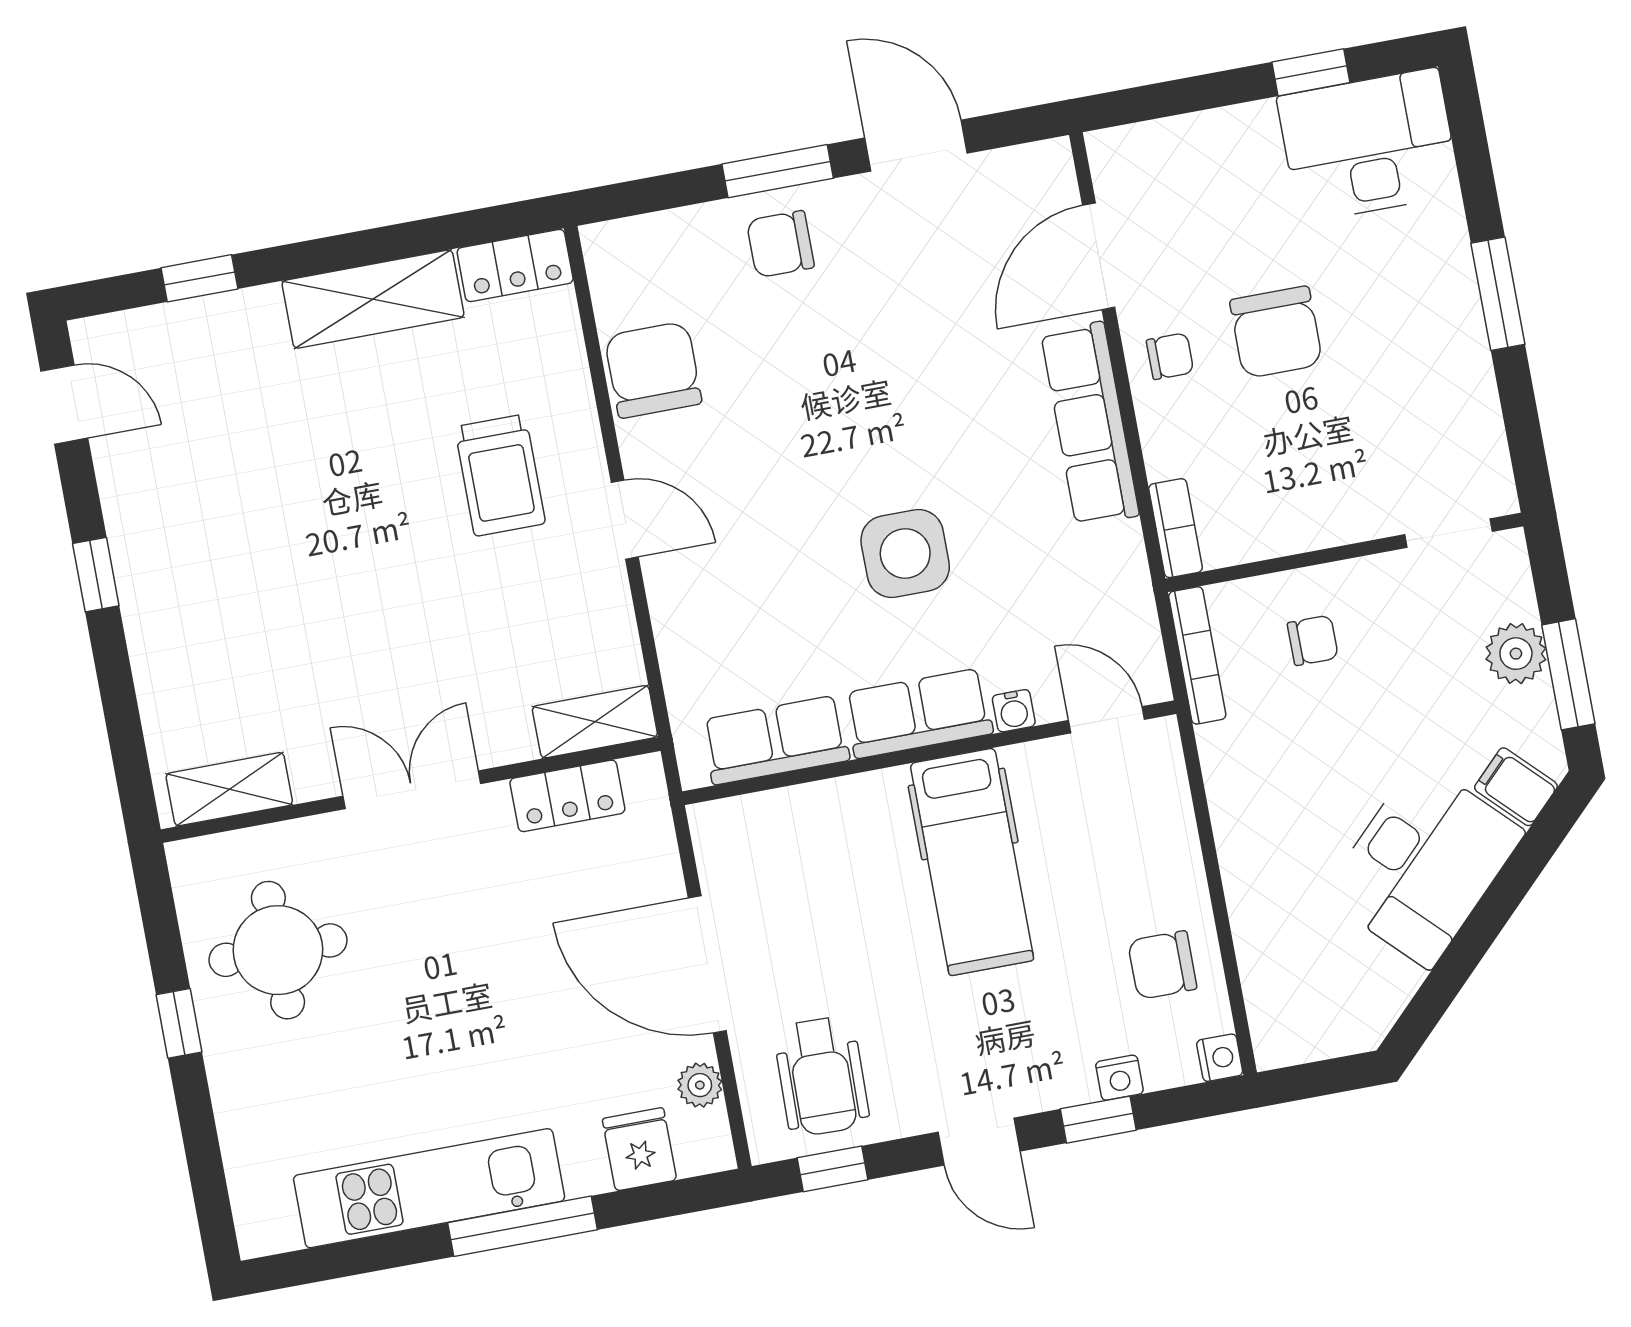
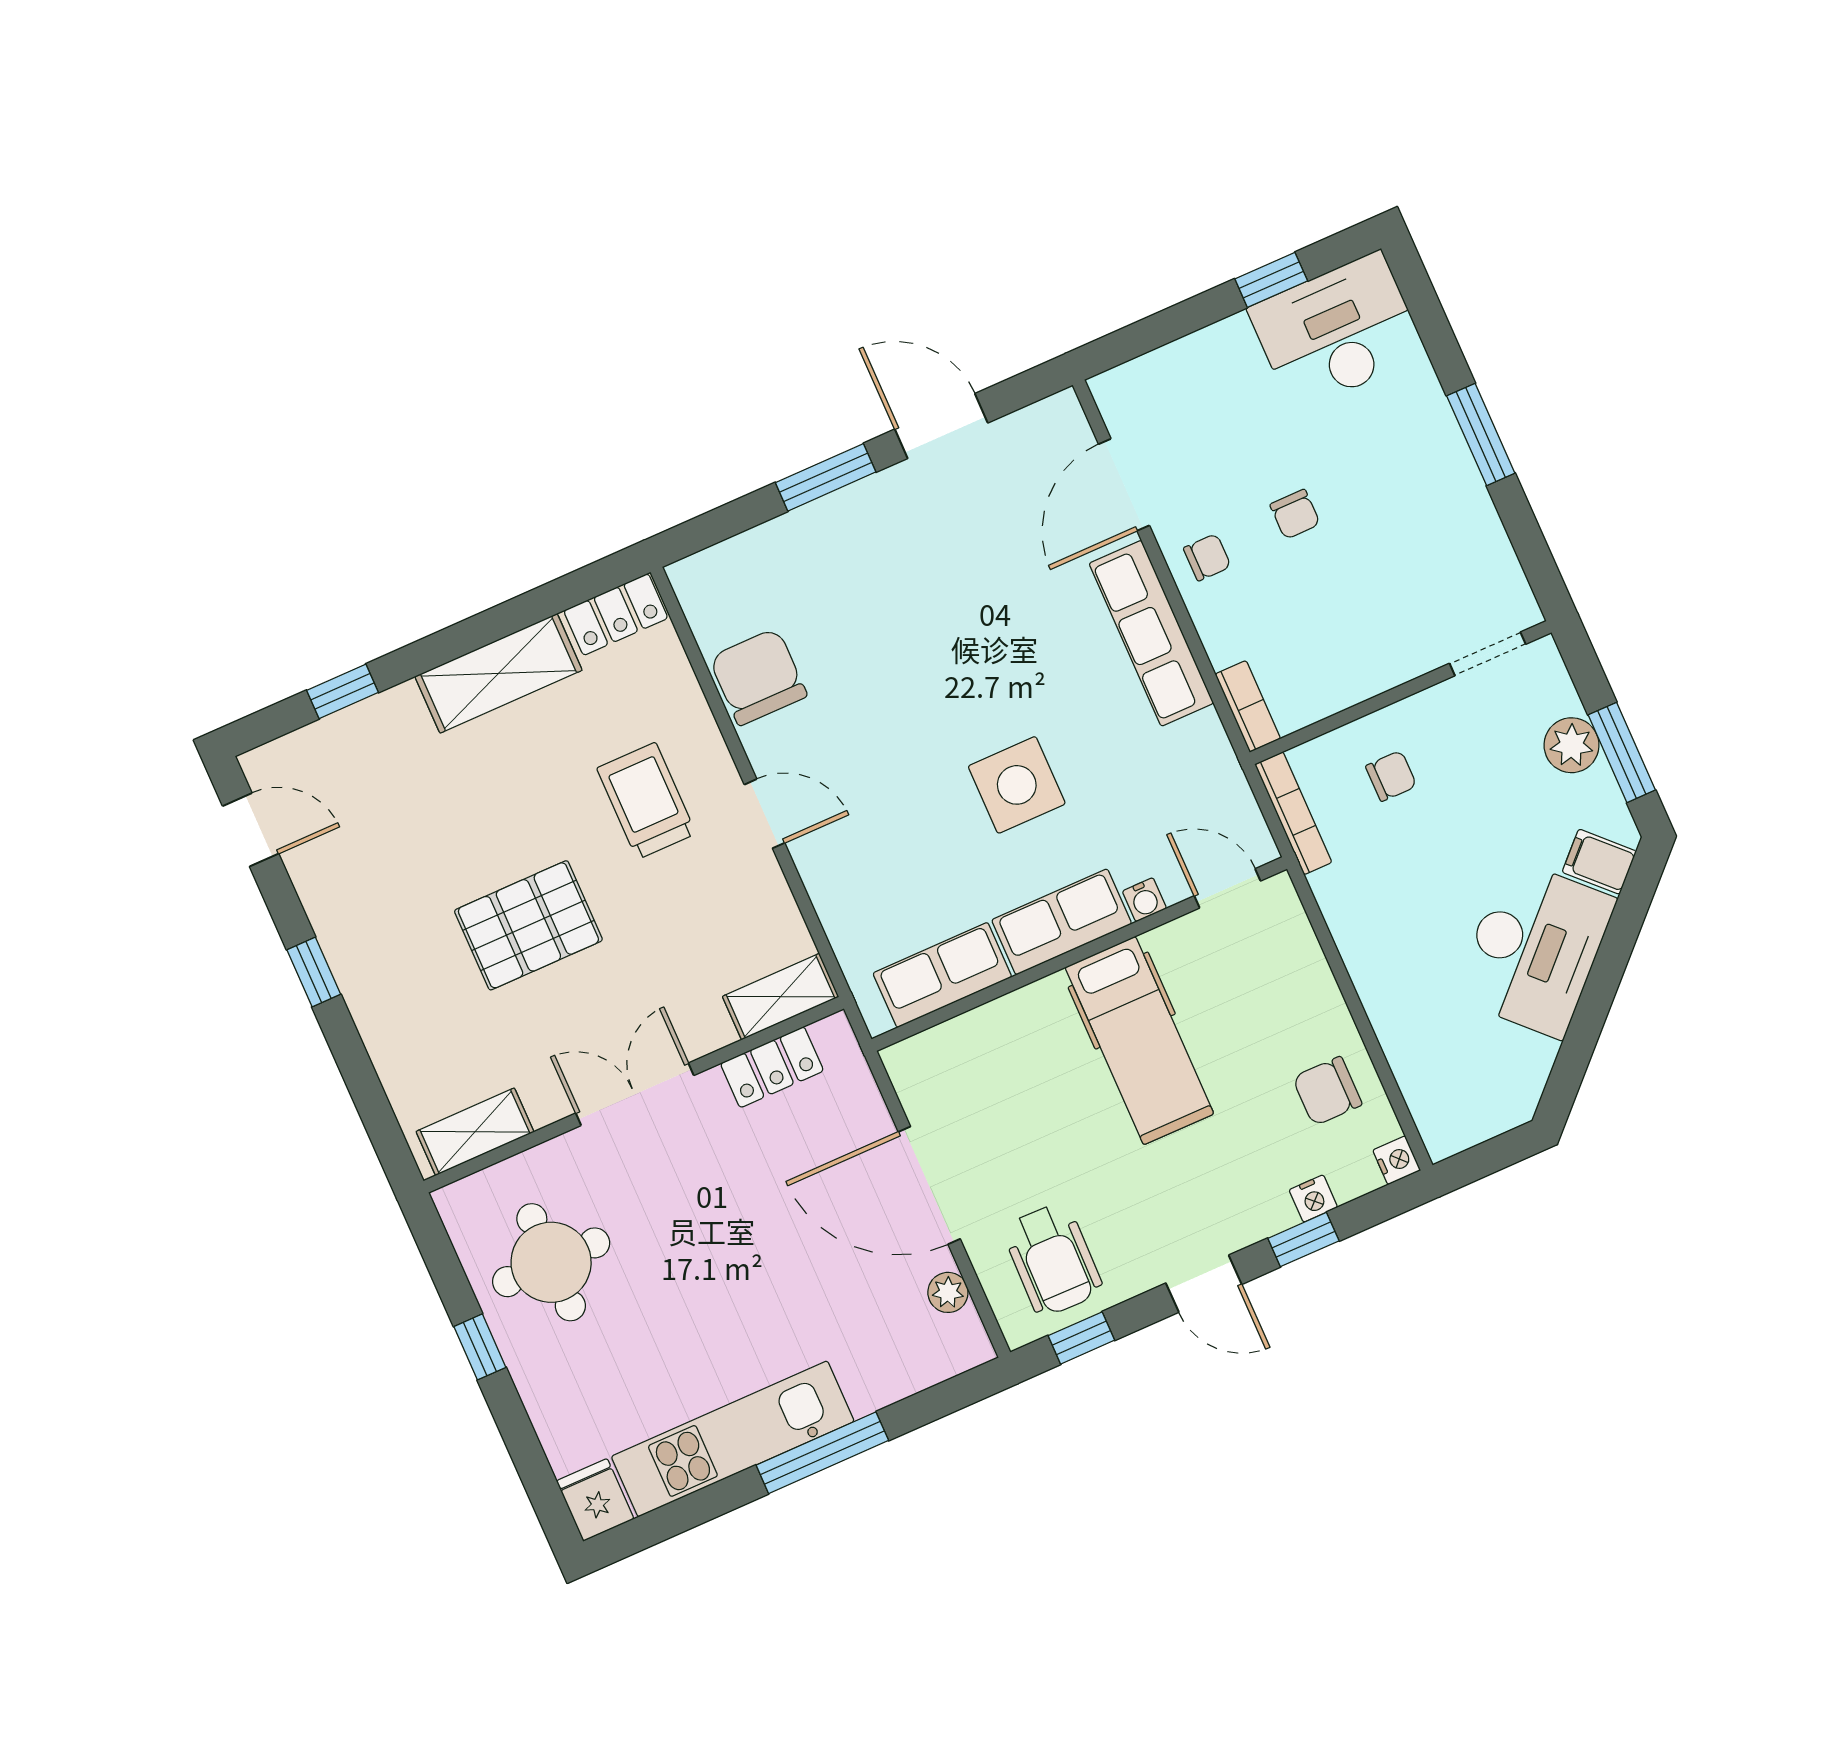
chair: (780, 244) -> (843, 540), removed
chair: (1276, 332) -> (1295, 514), width x0.54, depth x0.54
trolley: (500, 475) -> (646, 801), turned 180
pallet: (340, 580) -> (528, 925), added
fridge: (639, 1149) -> (595, 1500), moved

